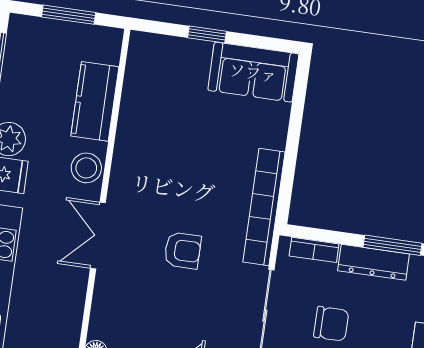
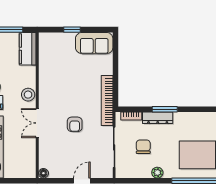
kitchen counter: (95, 101) -> (28, 49), moved
armchair: (183, 250) -> (75, 124), turned 90
chair: (331, 324) -> (143, 147), turned -90

